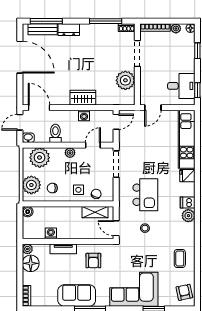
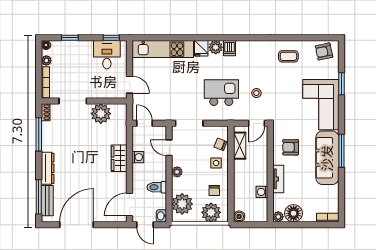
dresser: (69, 30) -> (48, 168), width x1.44
plant: (188, 216) -> (216, 47), moved
armchair: (93, 261) -> (291, 147), turned 180
sofa: (77, 296) -> (327, 158), width x1.36

